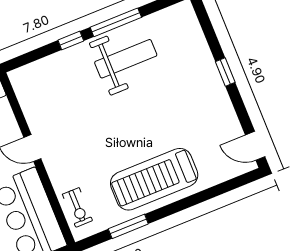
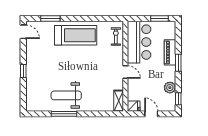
window: (71, 41) -> (88, 114), removed
shelving: (23, 89) -> (119, 101), added
window: (128, 226) -> (50, 19), moved

